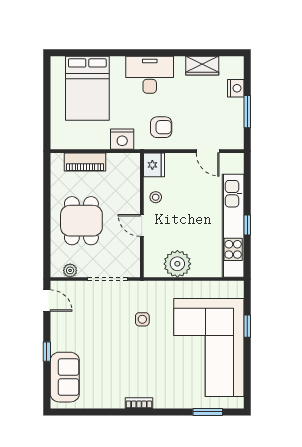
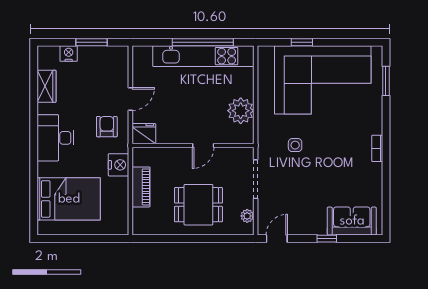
door: (208, 151) -> (130, 99), moved
piano: (85, 162) -> (141, 187), moved
stool: (156, 197) -> (175, 132), removed
window: (247, 225) -> (203, 42), width x3.17

